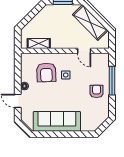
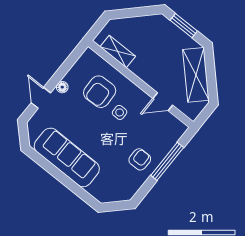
door: (84, 51) -> (163, 102), hinge flipped

